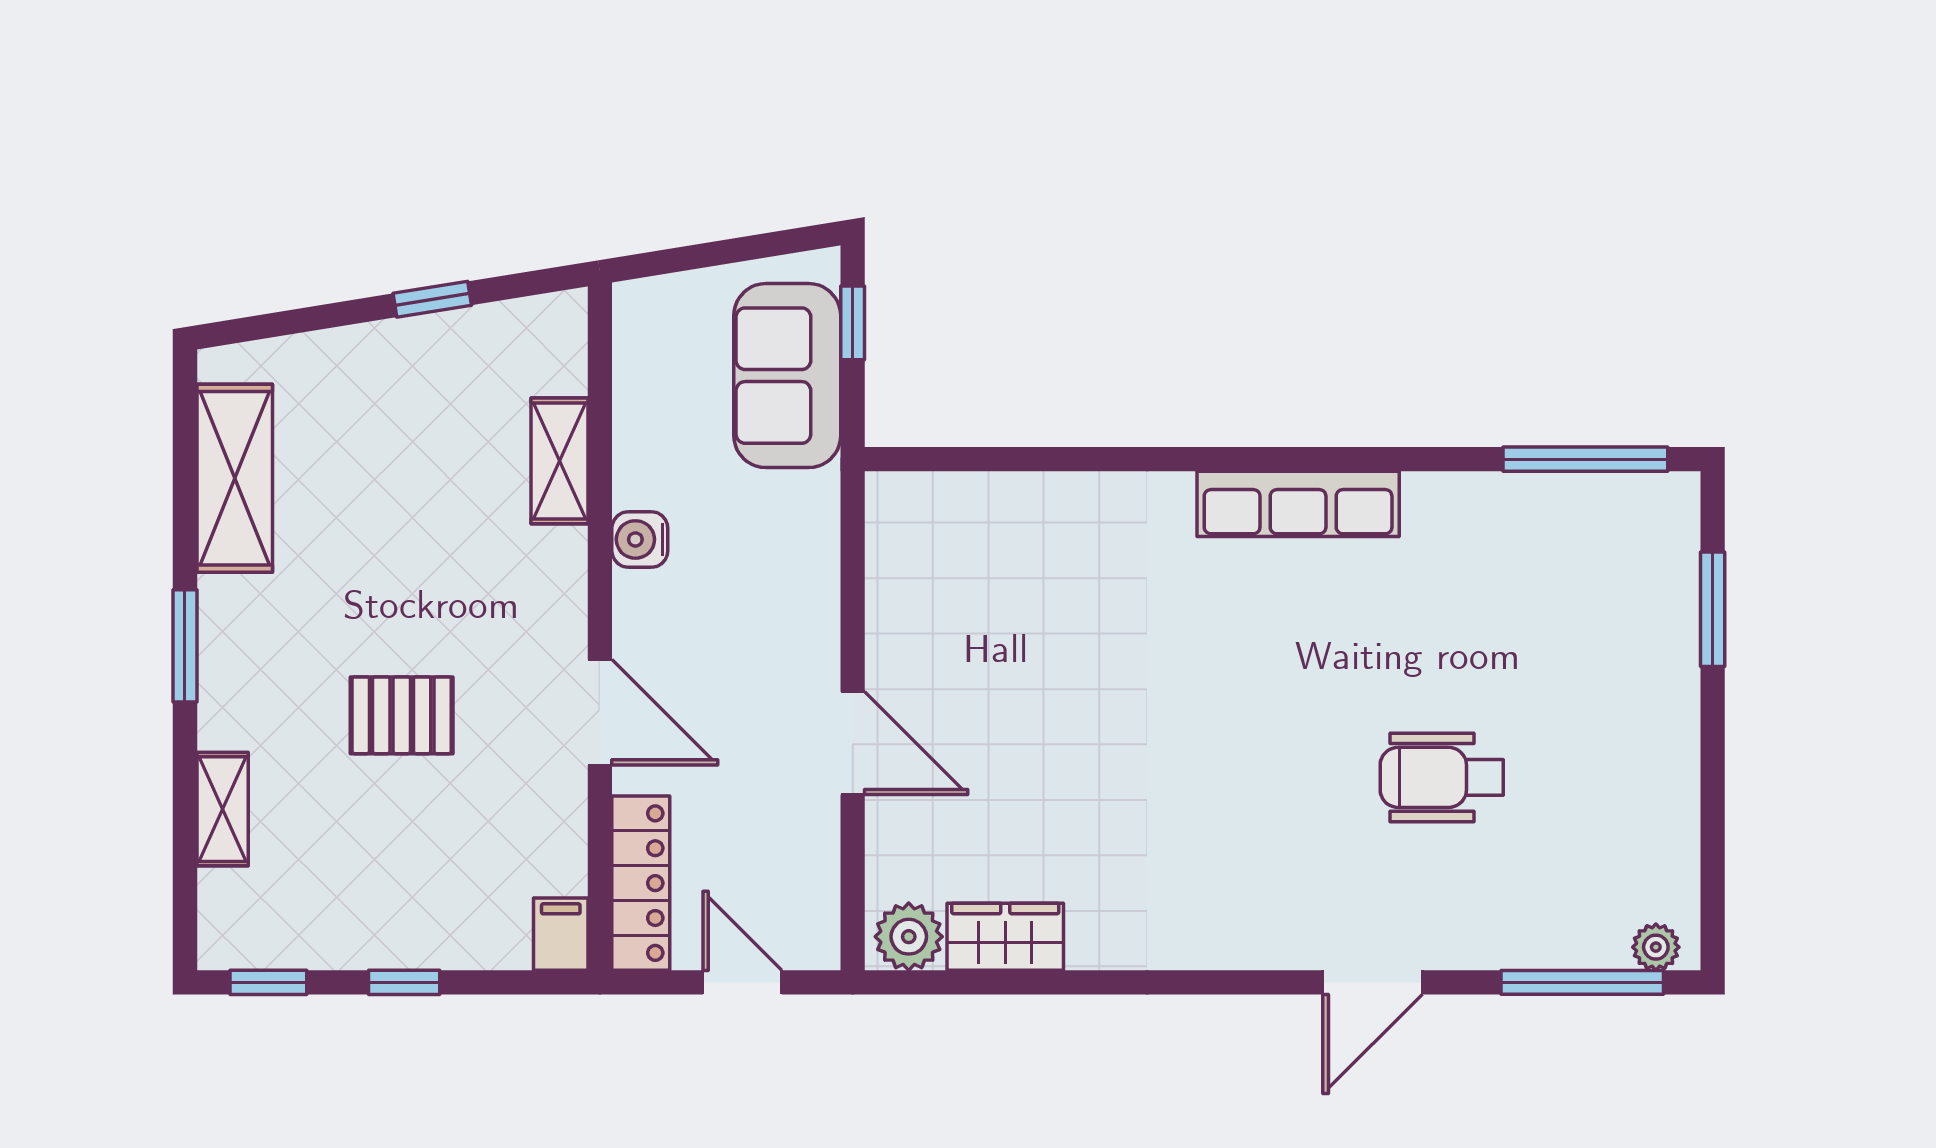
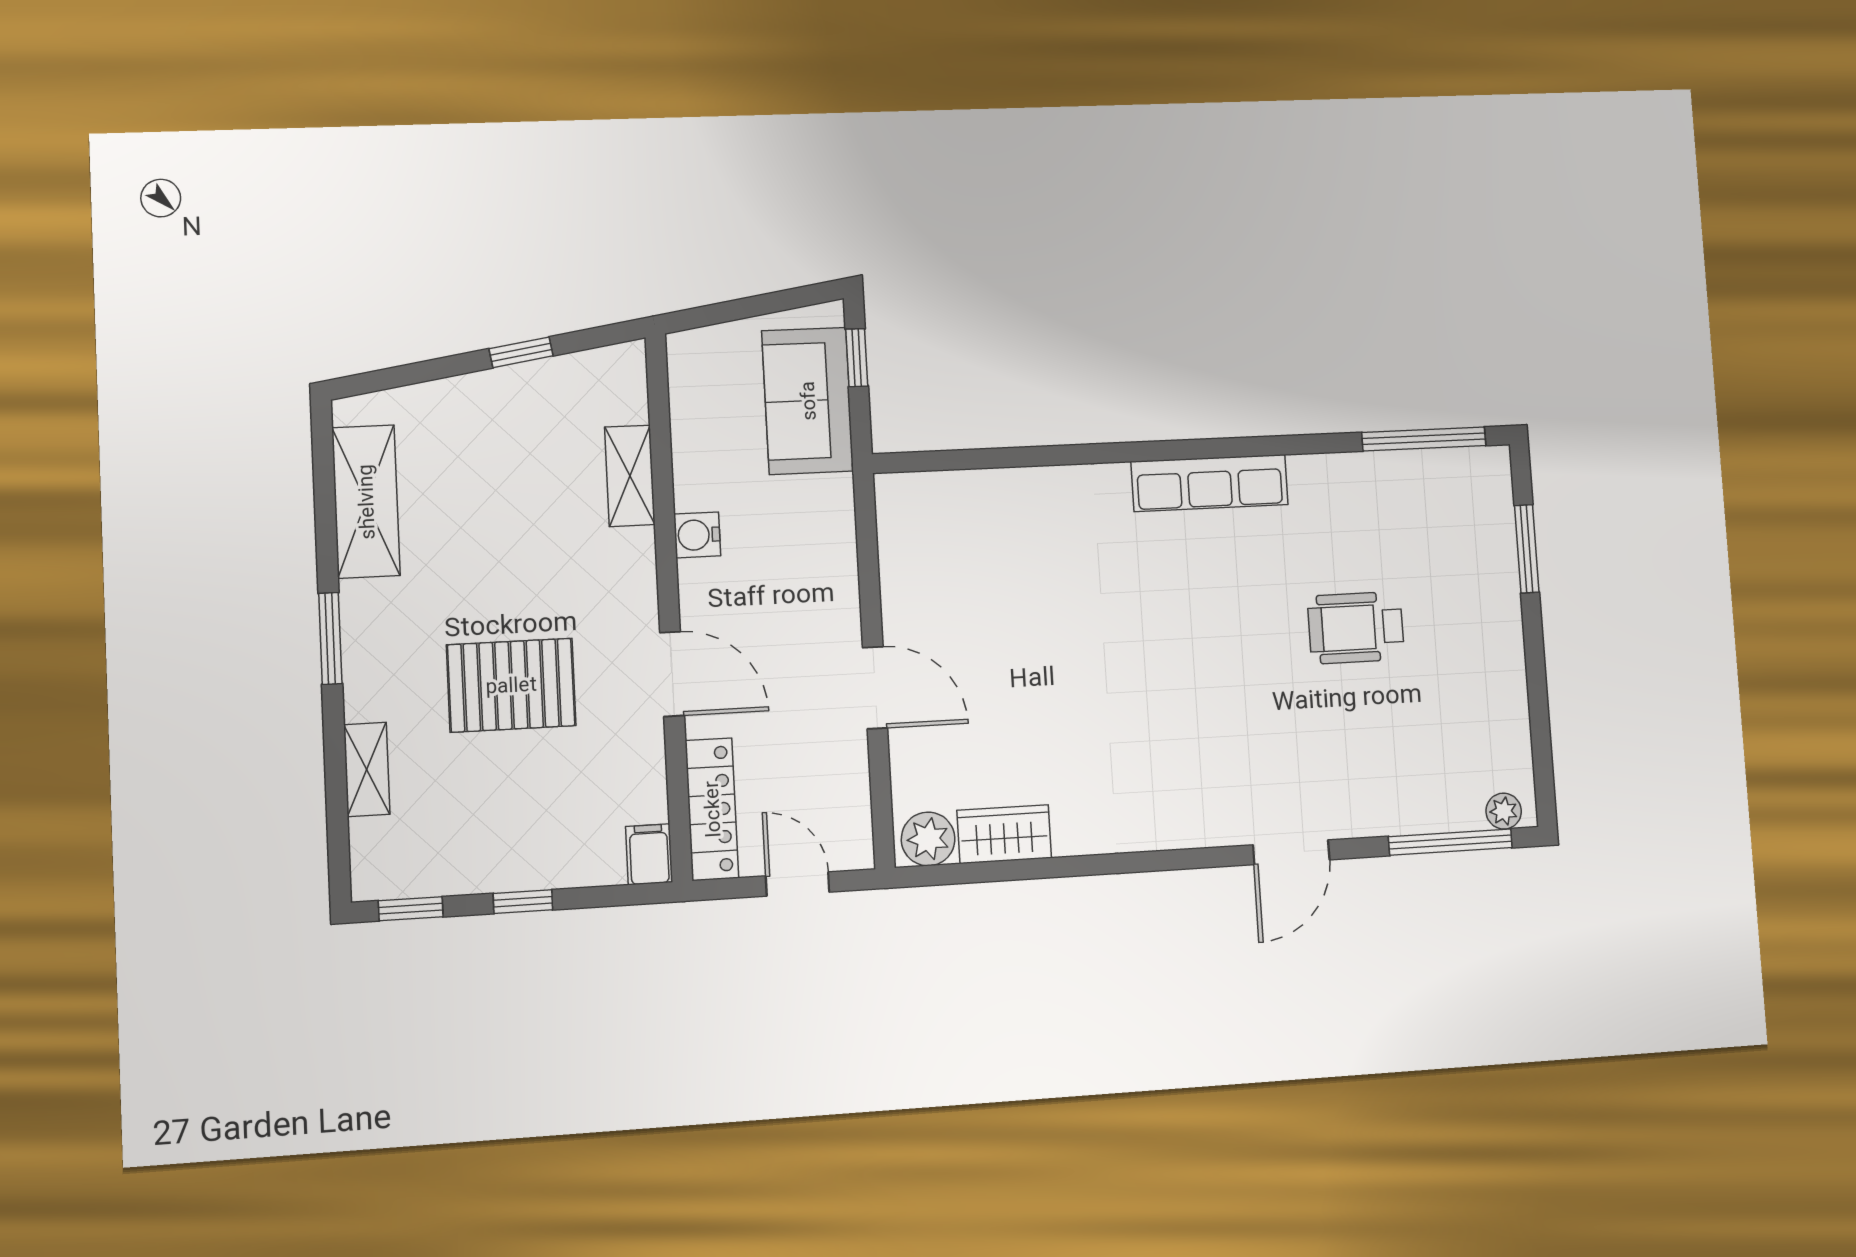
pallet: (402, 715) -> (511, 685), width x1.50, depth x1.42
wheelchair: (1442, 777) -> (1356, 628), moved

